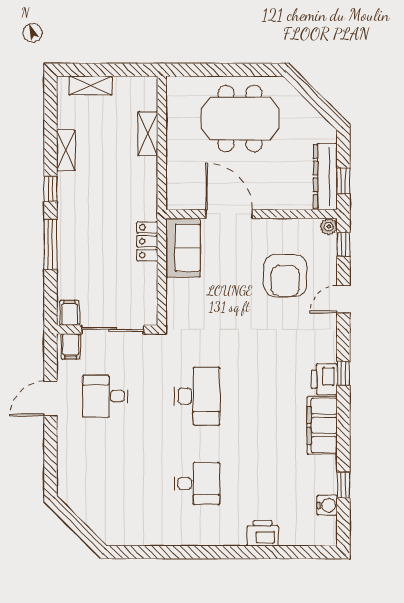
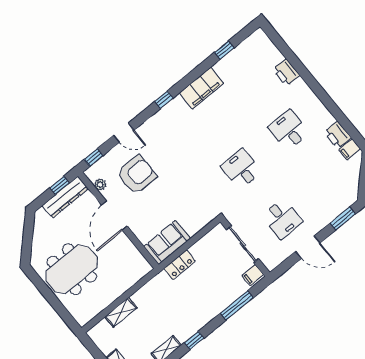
meeting table: (240, 119) -> (72, 269), turned 90
door: (229, 214) -> (114, 216), moved
plant: (329, 227) -> (100, 185), moved
window: (51, 245) -> (237, 305), moved
filing cabinet: (71, 346) -> (350, 149), moved, turned 180
printer: (324, 379) -> (338, 135), moved, turned 90
desk: (197, 396) -> (241, 169), width x0.73
window: (51, 463) -> (343, 219), added
water cooler: (327, 505) -> (242, 50), removed

